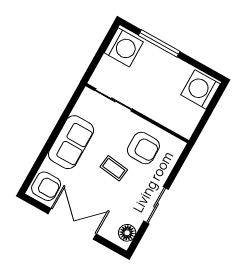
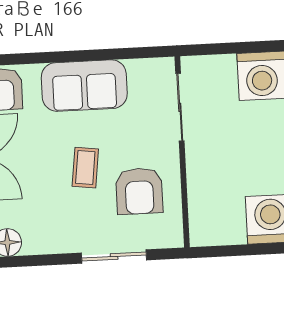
sliding door: (156, 205) -> (114, 257), moved

